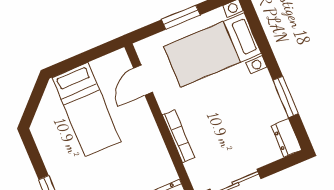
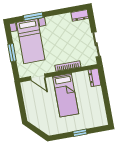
window: (286, 97) -> (33, 17), moved
bed: (86, 110) -> (66, 95), moved, turned 90

